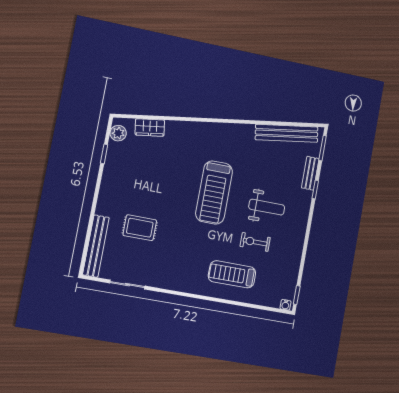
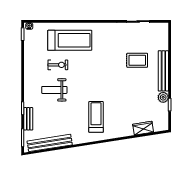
plant: (118, 133) -> (163, 97), moved
treadmill: (214, 192) -> (96, 117), moved, width x0.73, depth x0.73
bench: (96, 246) -> (163, 71), moved
treadmill: (232, 274) -> (70, 40), width x1.37, depth x1.38

